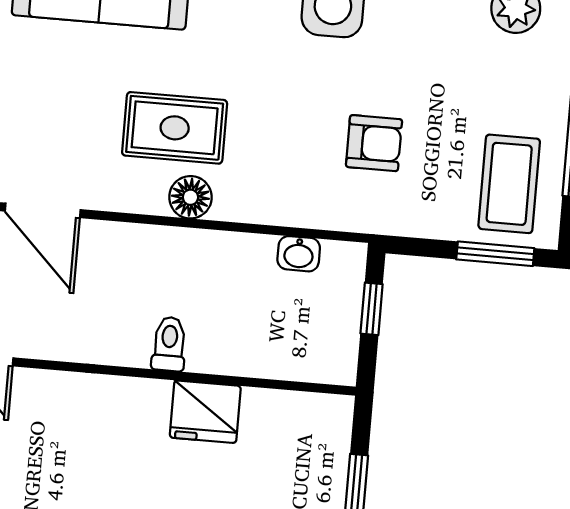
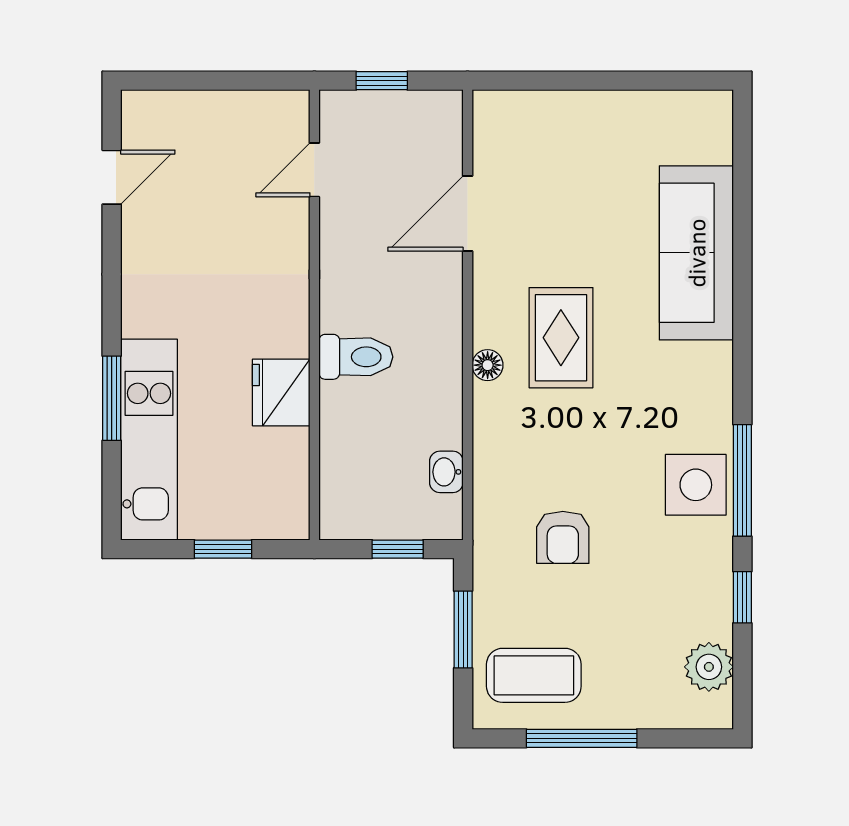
floor lamp: (190, 197) -> (488, 365), width x0.73, depth x0.73
window: (495, 254) -> (463, 630), moved
toilet: (169, 344) -> (356, 357), width x1.37, depth x1.39

